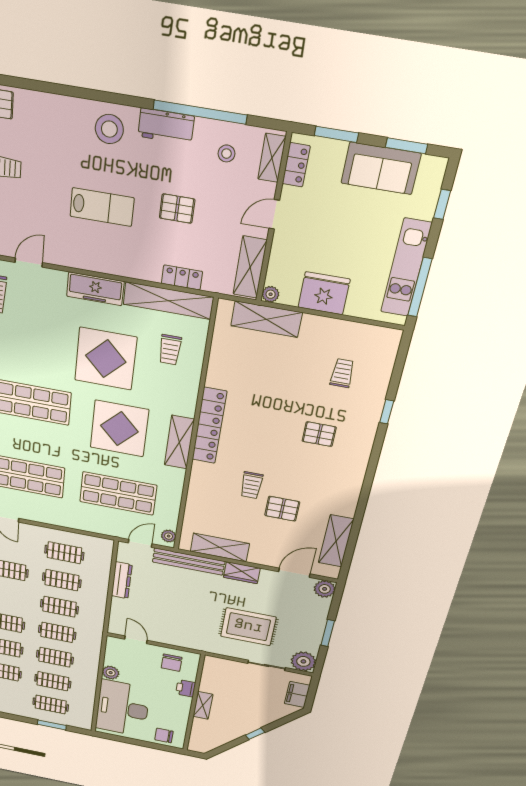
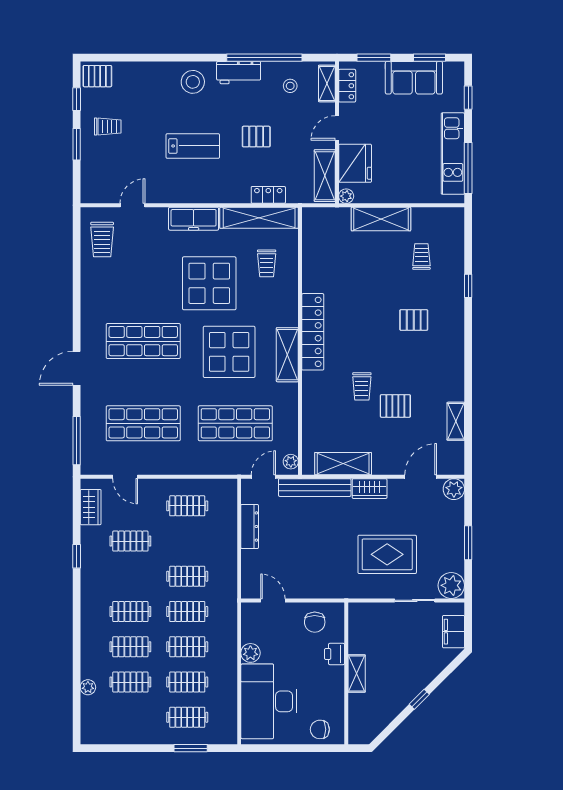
fridge: (324, 293) -> (355, 163), moved, turned 90
shelving: (266, 319) -> (381, 219), moved
shelving: (336, 541) -> (456, 421), width x0.67, depth x0.75
clothes rail: (62, 580) -> (187, 541), removed

